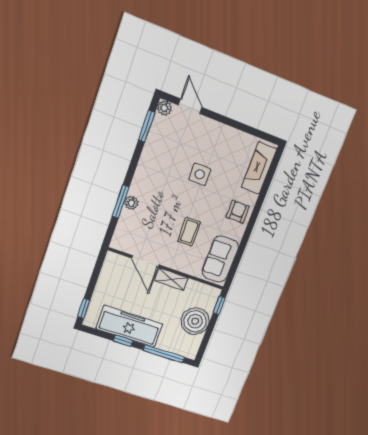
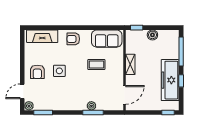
armchair: (210, 141) -> (37, 72), added
door: (145, 261) -> (125, 95), moved
boiler: (195, 321) -> (152, 35), width x0.54, depth x0.54

